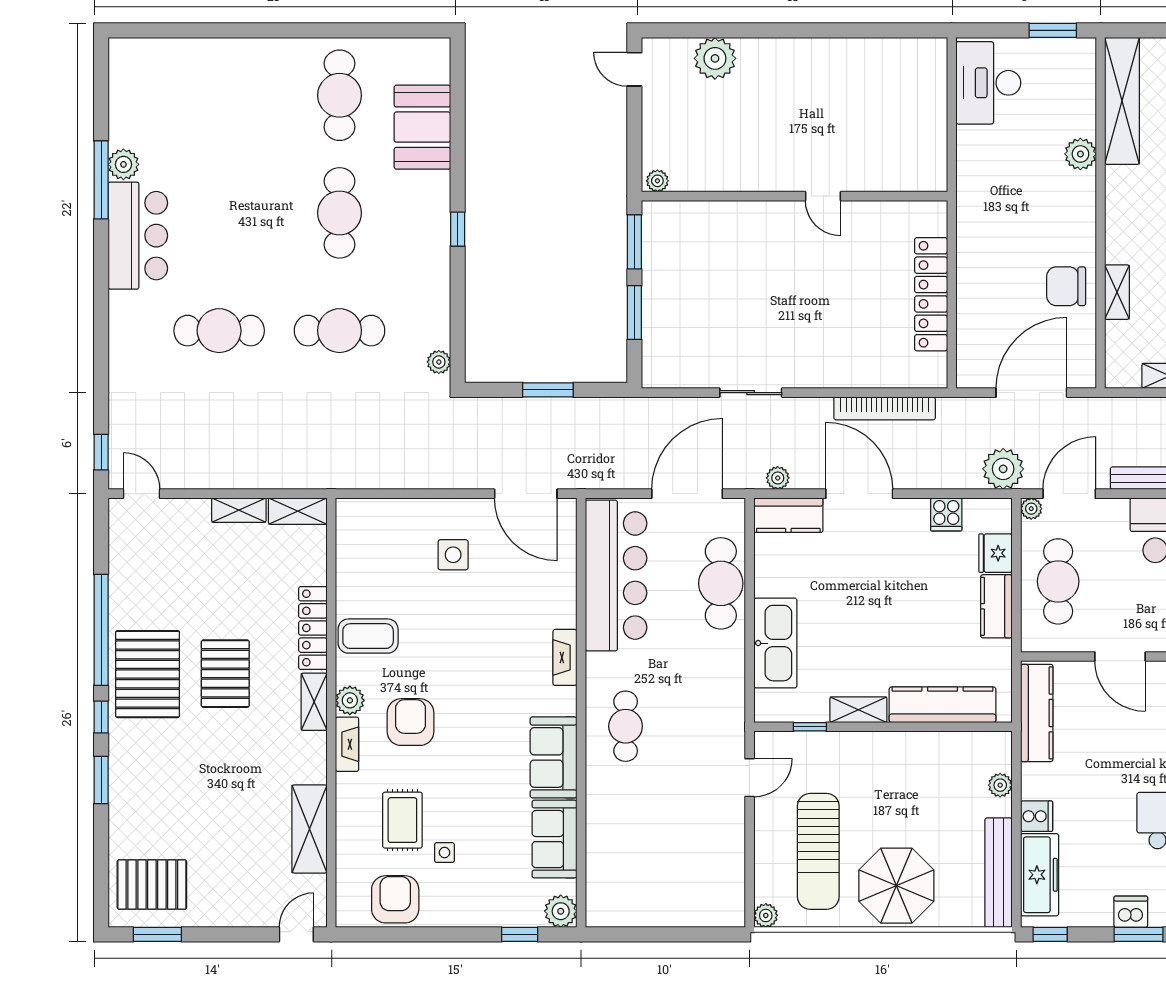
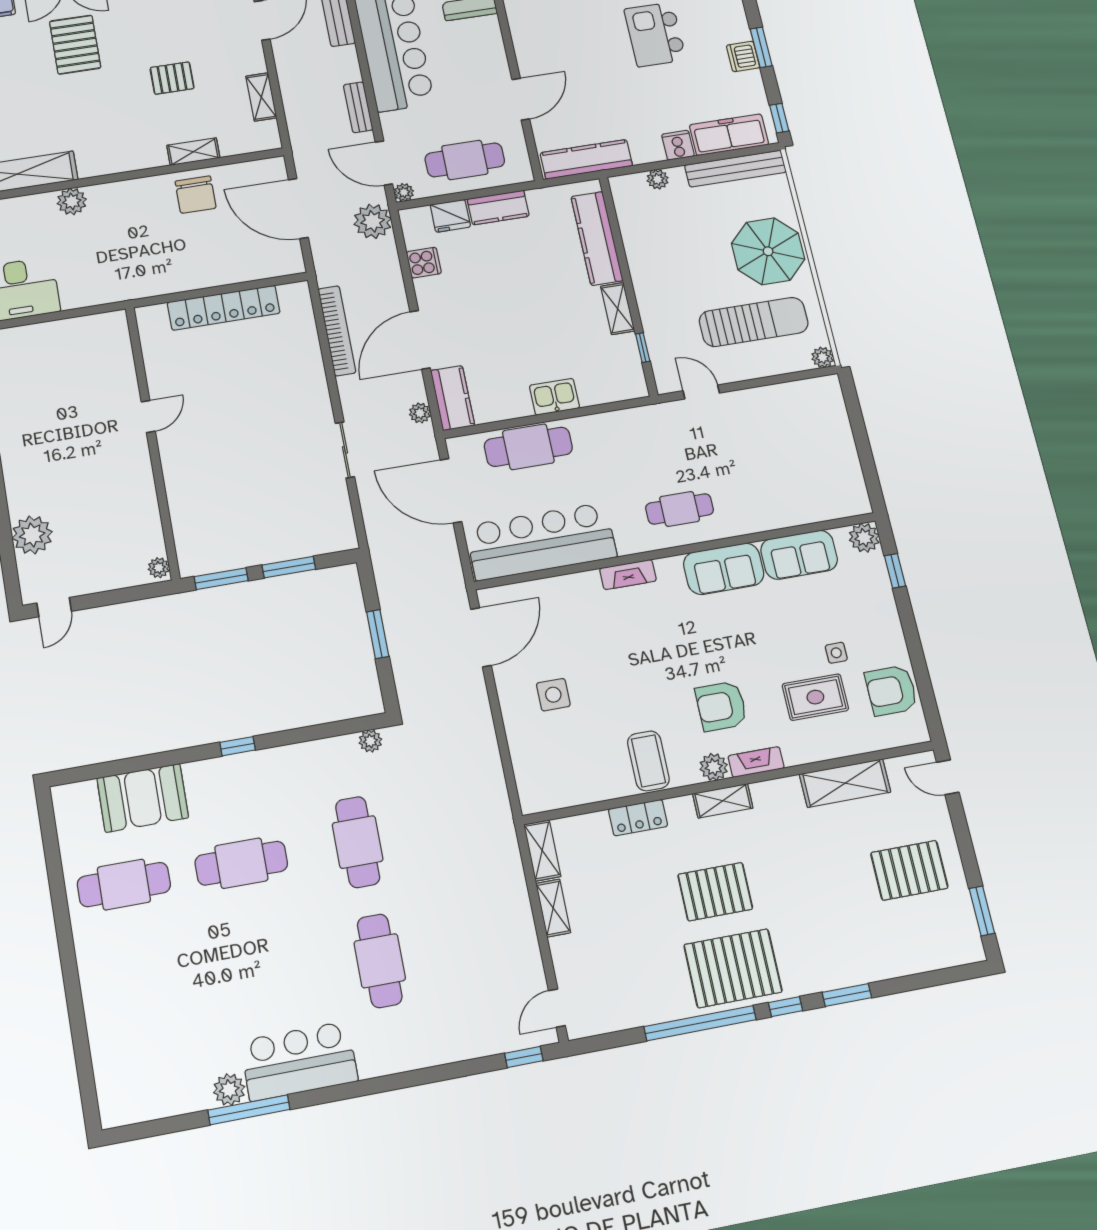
locker: (313, 628) -> (638, 818), width x0.66
kitchen sink: (775, 643) -> (554, 397), width x0.53, depth x0.81
pallet: (152, 885) -> (909, 870), moved, turned 90

